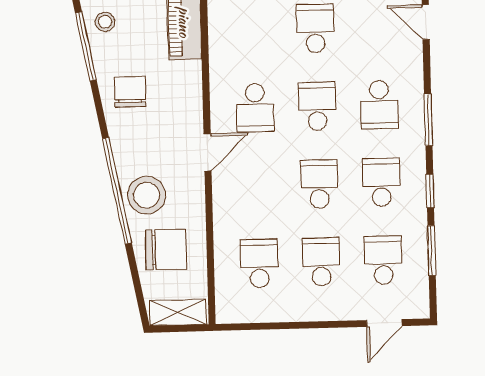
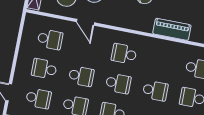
door: (208, 152) -> (85, 22), moved
school desk: (321, 262) -> (44, 69), turned 180

